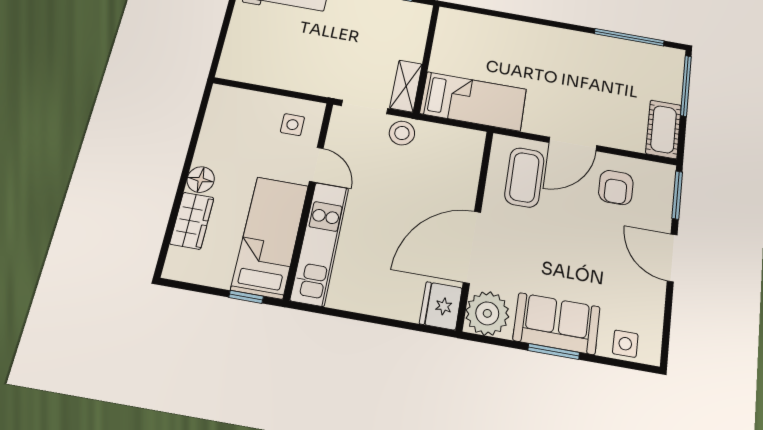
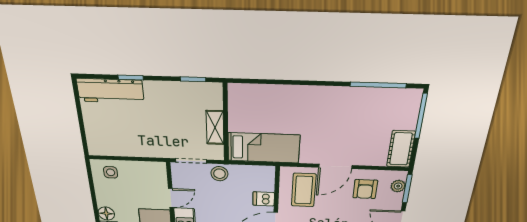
shelving: (406, 86) -> (215, 128), moved
side table: (292, 125) -> (111, 172), moved
door: (316, 165) -> (171, 198), hinge flipped
dishwasher: (462, 185) -> (264, 199), added
plant: (664, 189) -> (398, 186), added

